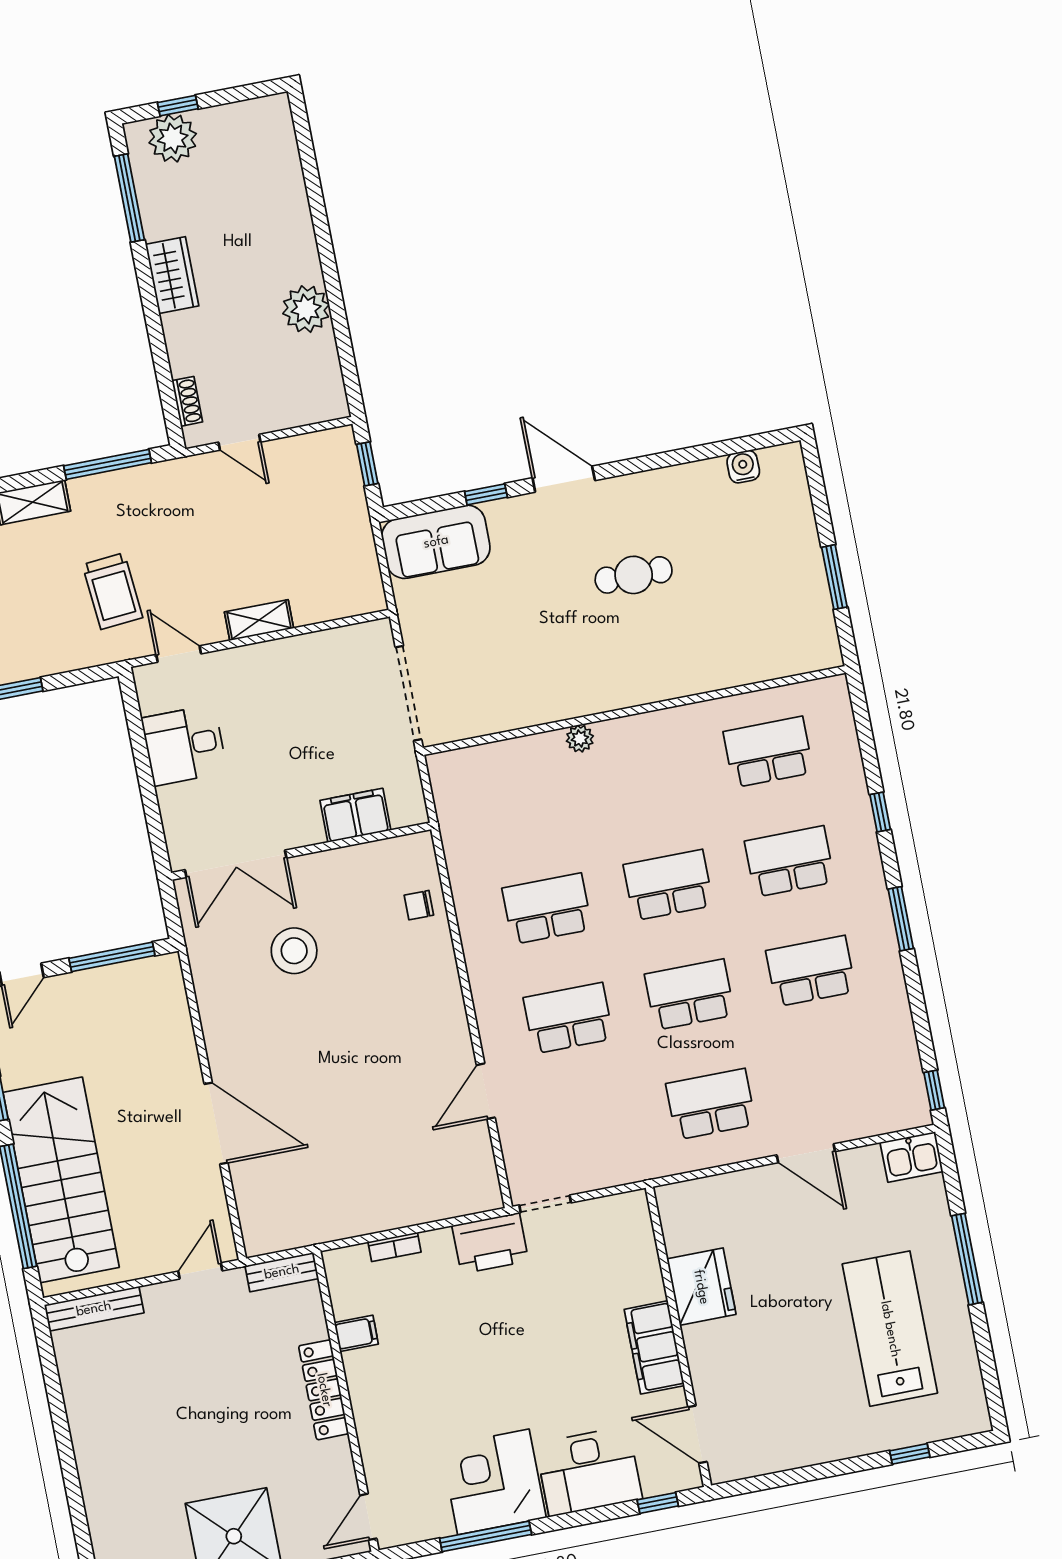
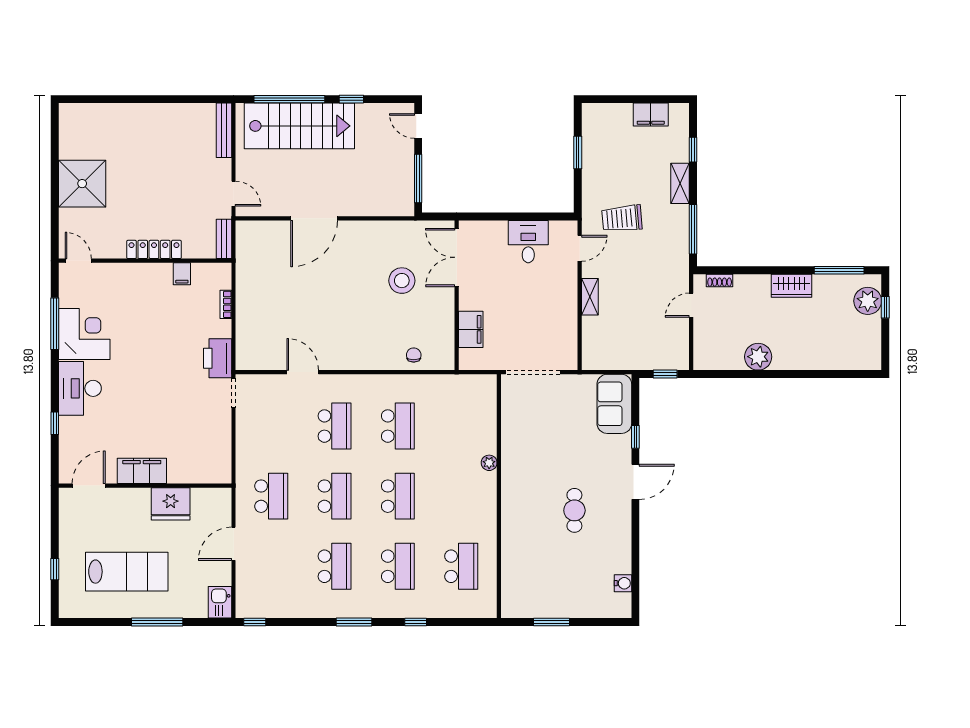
fridge: (701, 1287) -> (171, 504), moved
wall: (678, 1337) -> (145, 486), moved
filing cabinet: (654, 1347) -> (142, 471), moved
door: (697, 1434) -> (89, 486), moved

